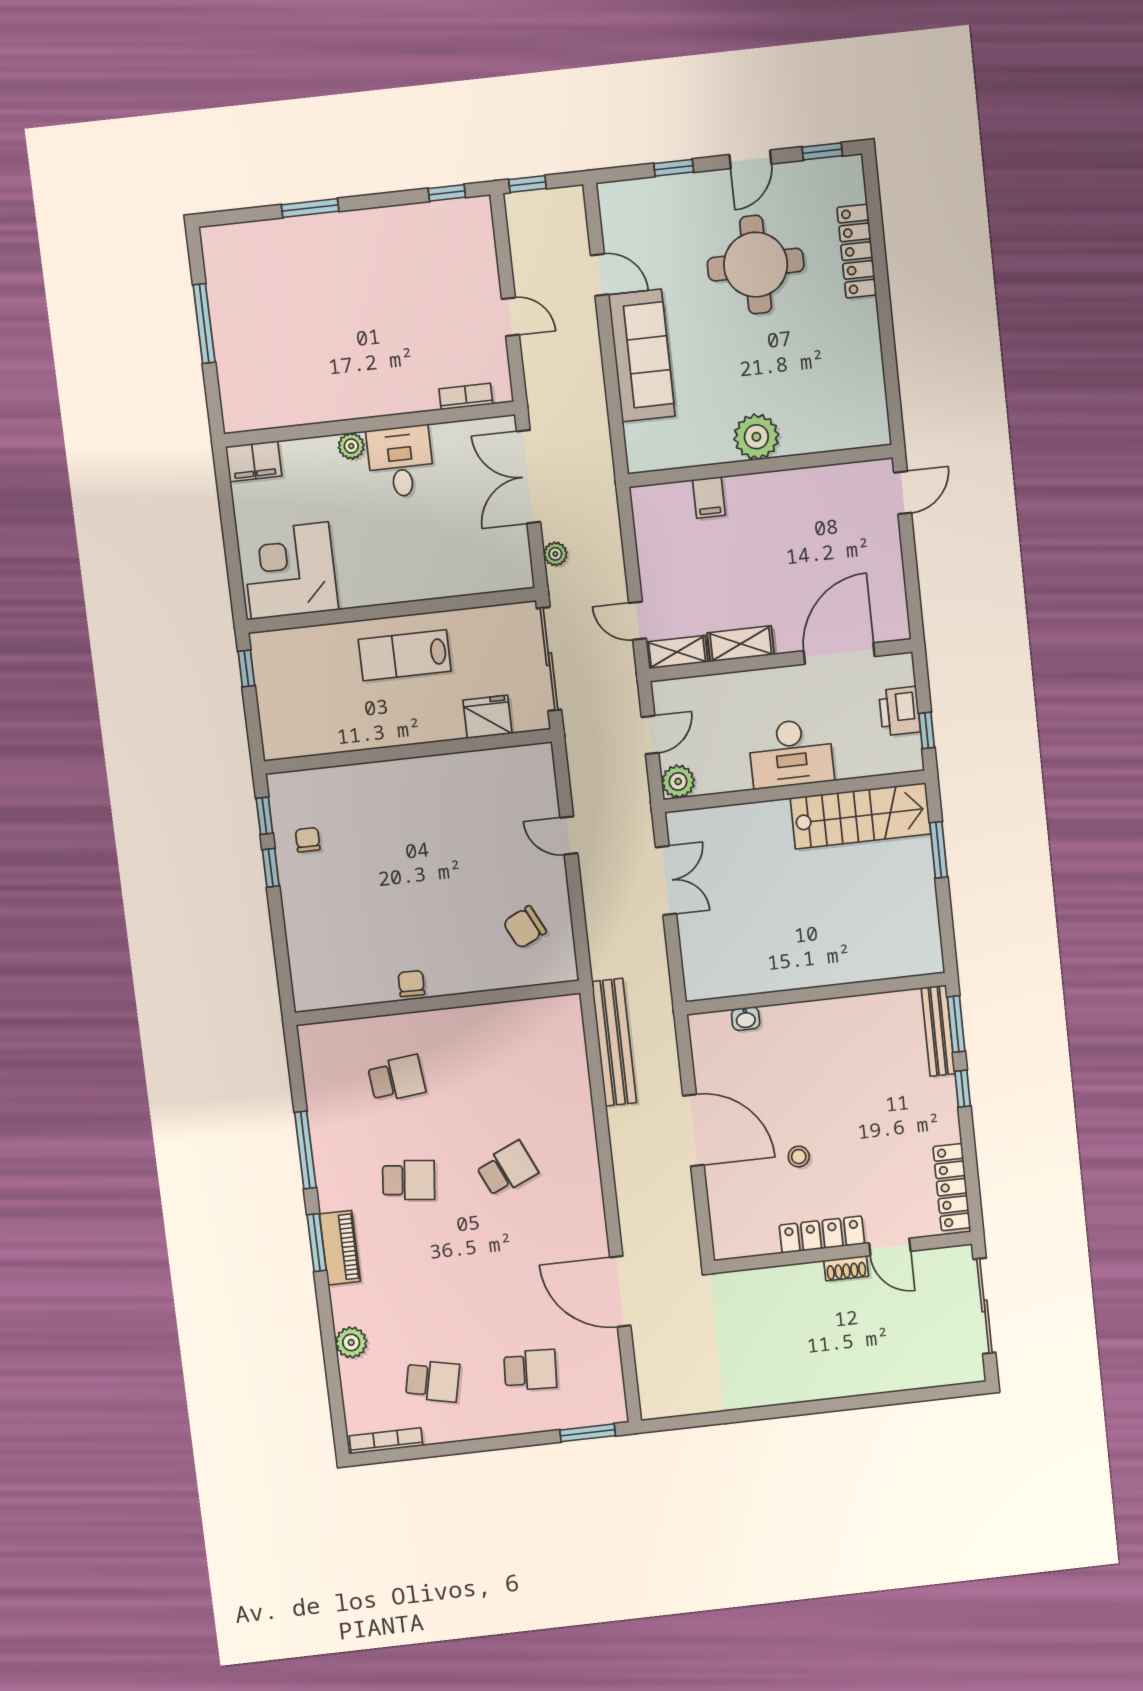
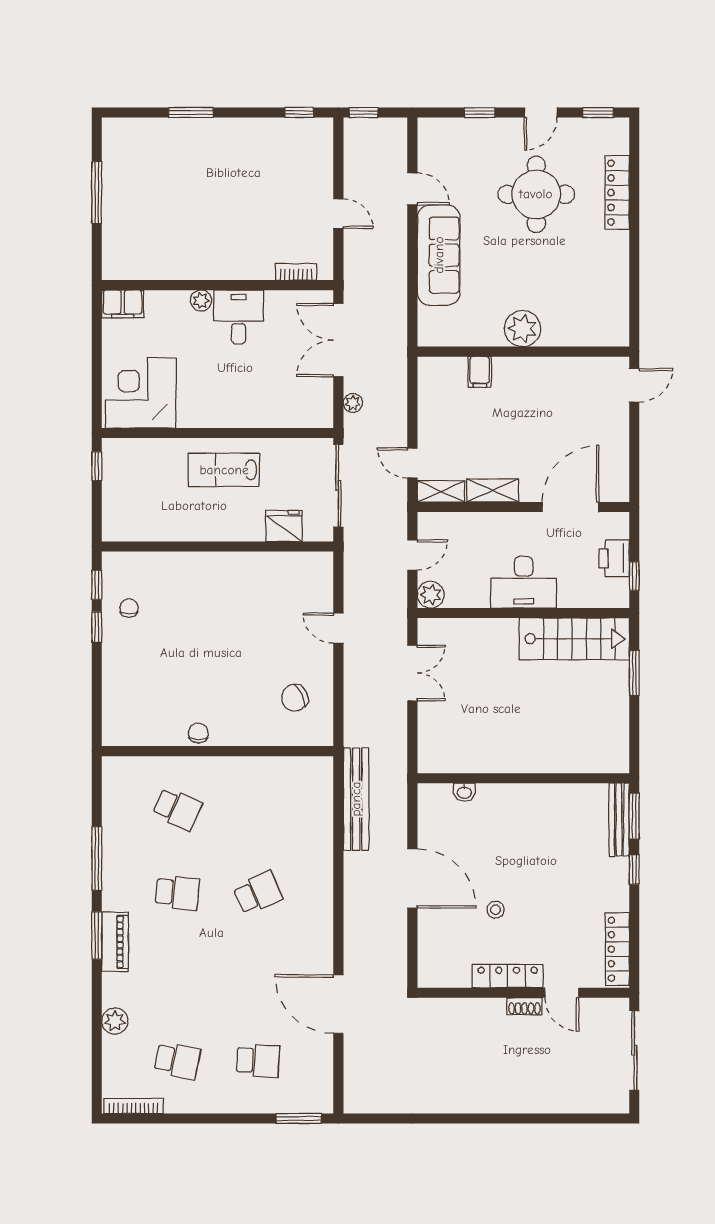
school desk: (397, 1079) -> (177, 809), turned 30

